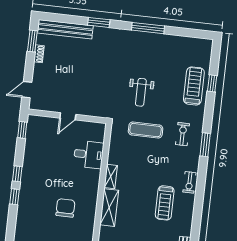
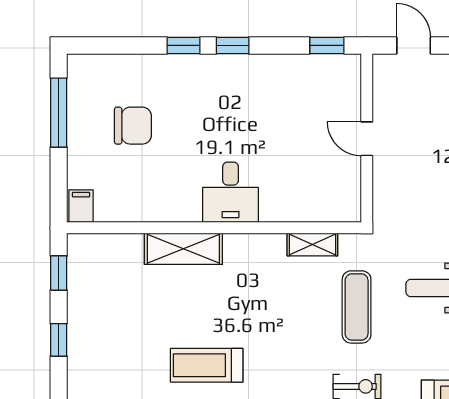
desk: (89, 154) -> (231, 192), moved
shelving: (111, 176) -> (312, 244), moved
chair: (65, 208) -> (133, 126), moved

